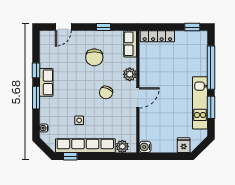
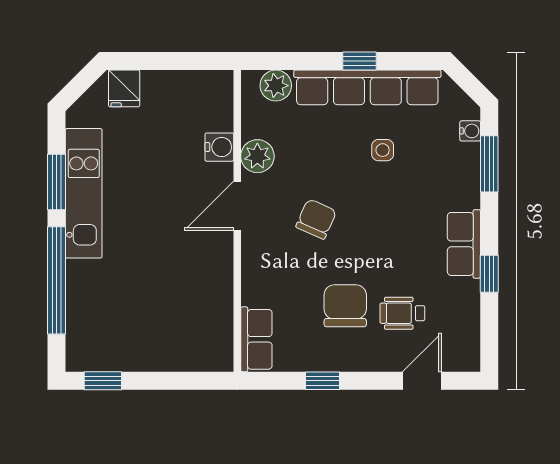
locker: (157, 36) -> (189, 358), removed
wheelchair: (71, 54) -> (402, 313), added
plant: (130, 74) -> (257, 156), moved
window: (36, 98) -> (489, 164), moved
water cooler: (145, 147) -> (219, 147), moved
window: (70, 156) -> (360, 61), moved

